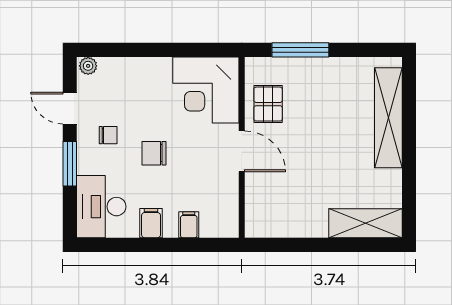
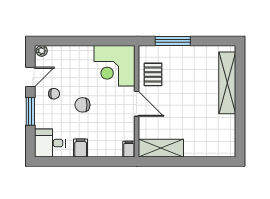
door: (70, 108) -> (30, 77), swing flipped
desk: (101, 207) -> (50, 143), width x0.73
shelving: (365, 223) -> (161, 148), moved
filing cabinet: (189, 225) -> (129, 149), moved

